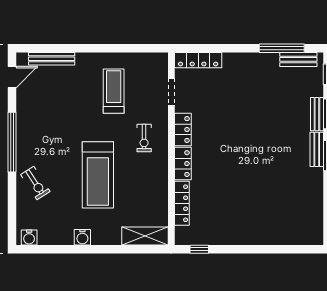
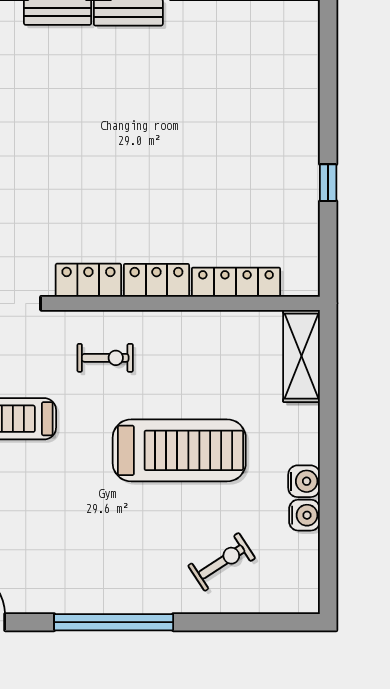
exercise bike: (35, 183) -> (222, 562), moved
water cooler: (29, 238) -> (305, 515), moved
window: (199, 249) -> (328, 183), moved

